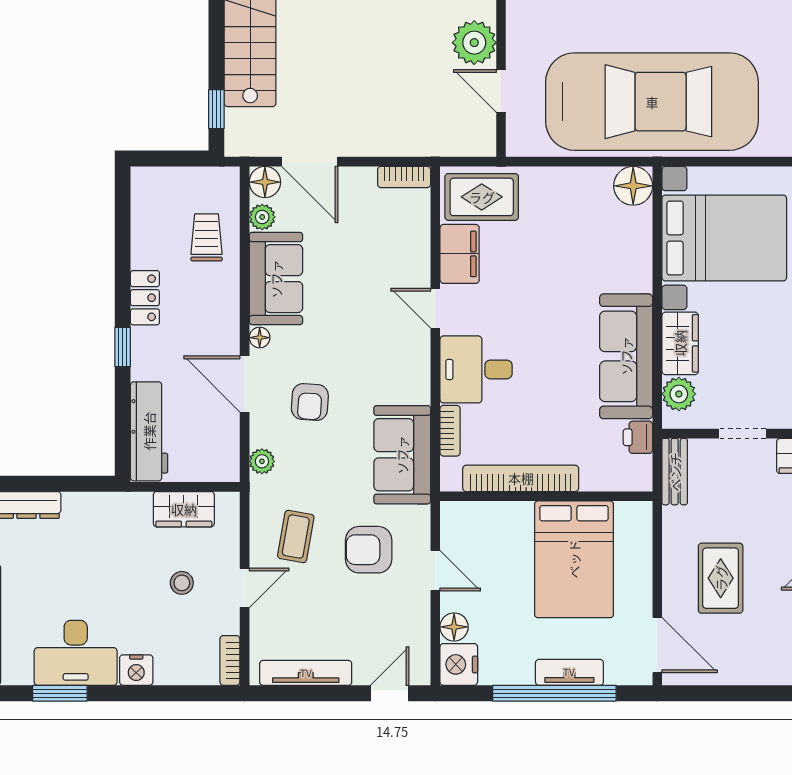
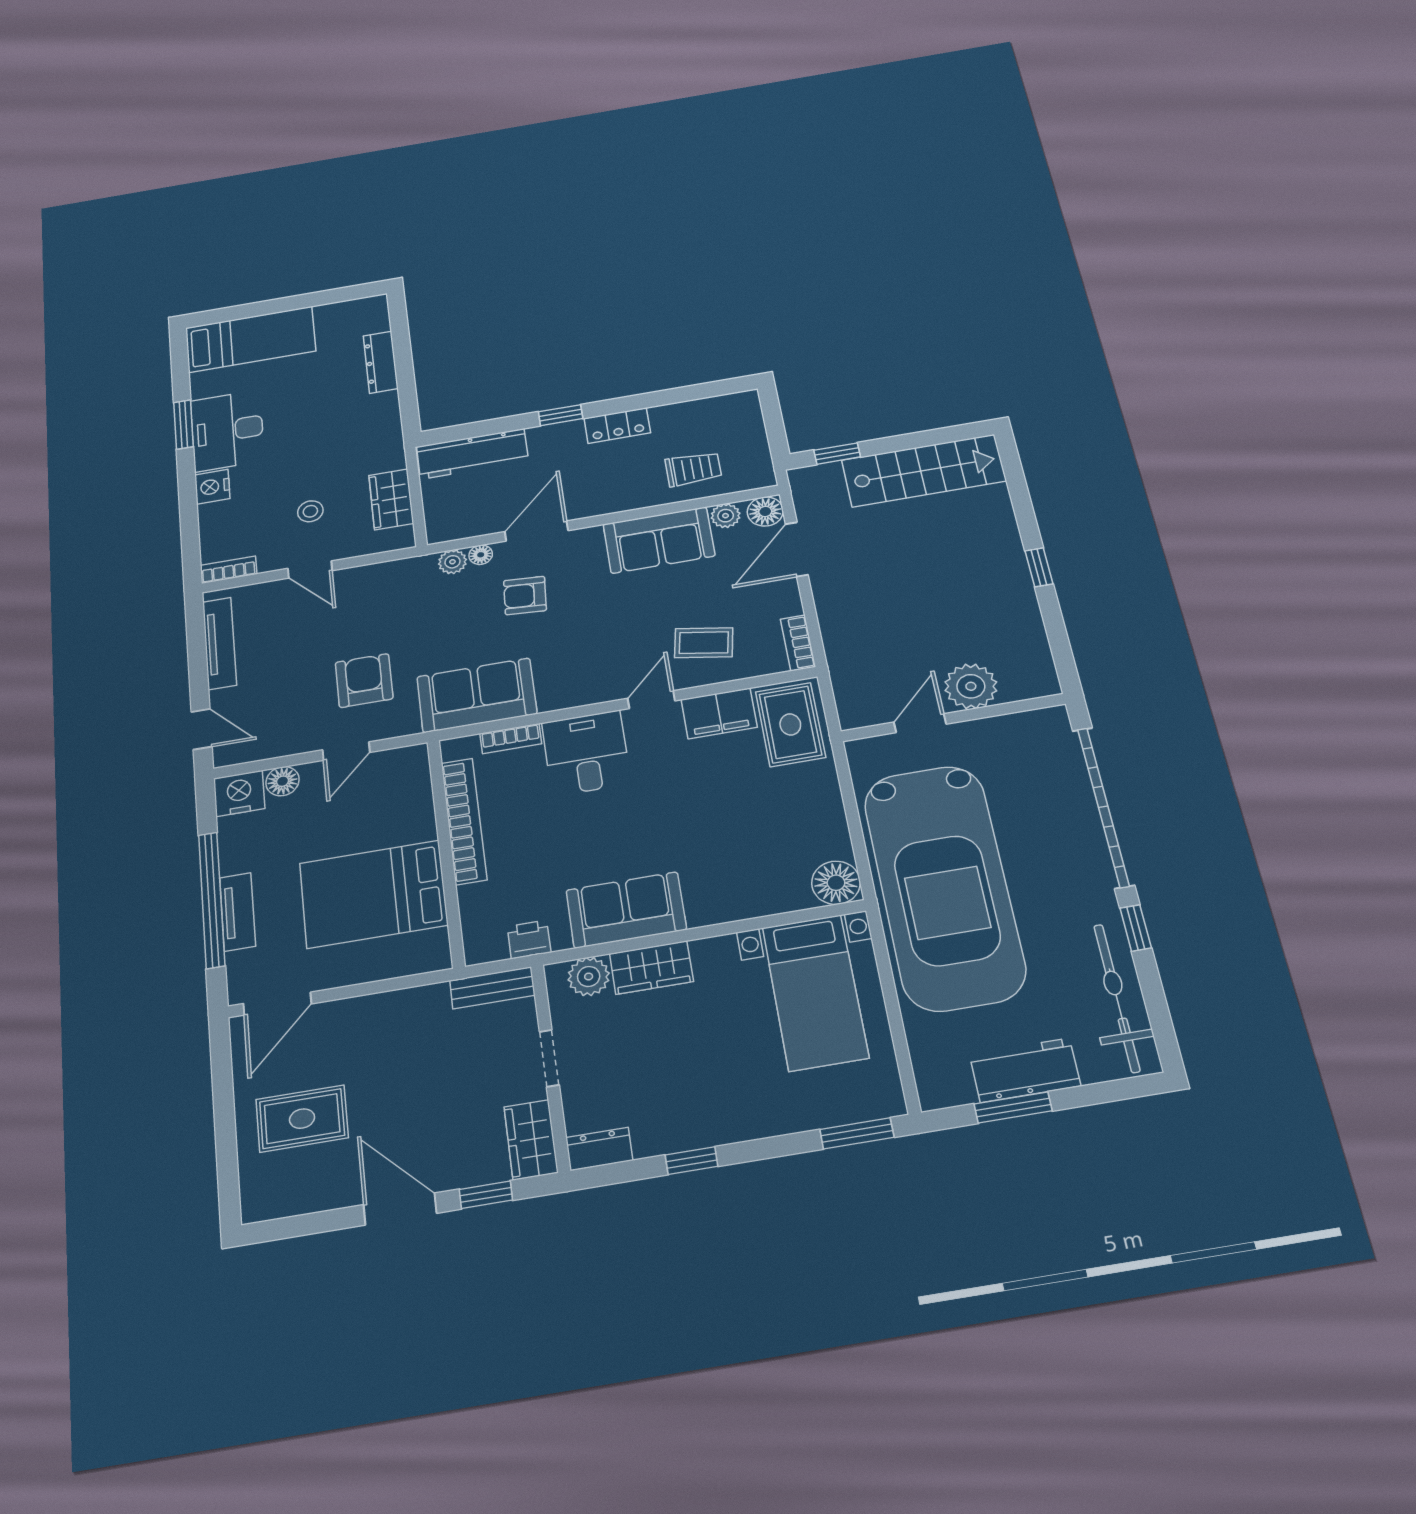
bed with nightstands: (724, 238) -> (815, 992), width x0.73
floor lamp: (260, 338) -> (481, 555), moved
sofa: (626, 356) -> (626, 910), width x0.73
coffee table: (296, 537) -> (704, 643), moved
rug: (721, 578) -> (302, 1119), moved

